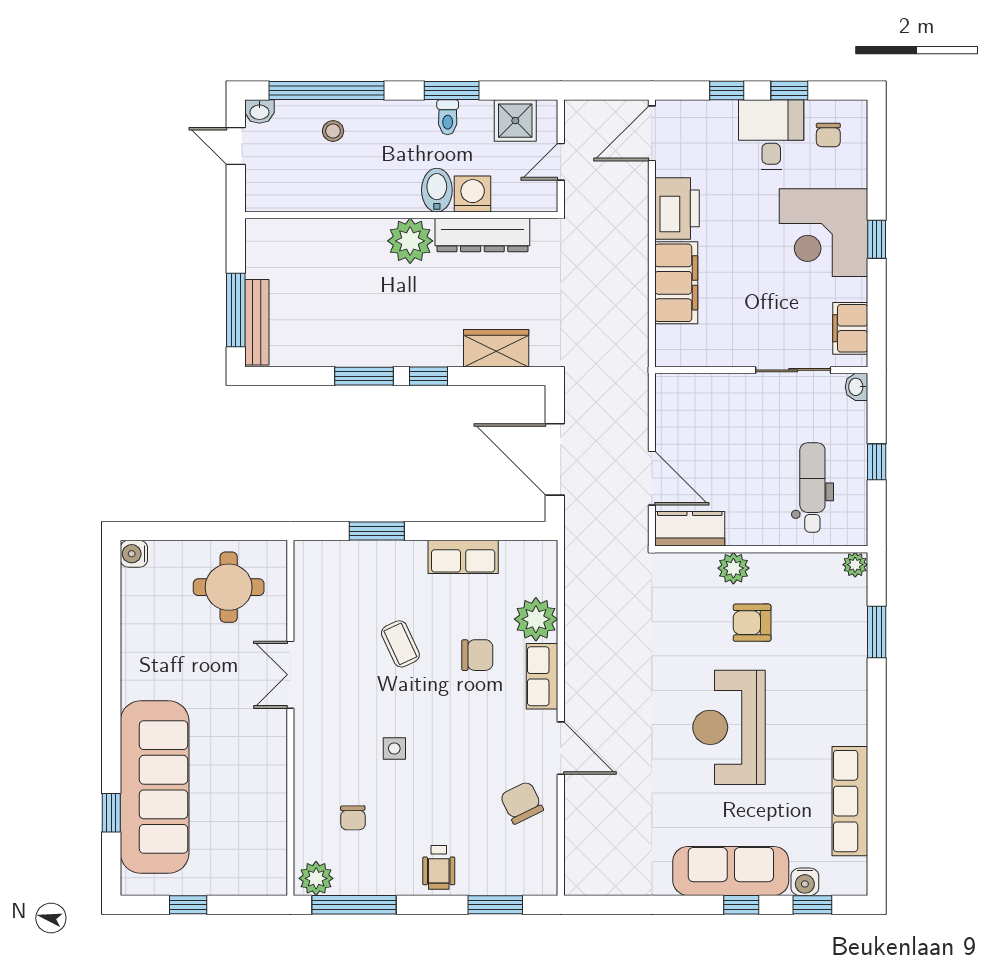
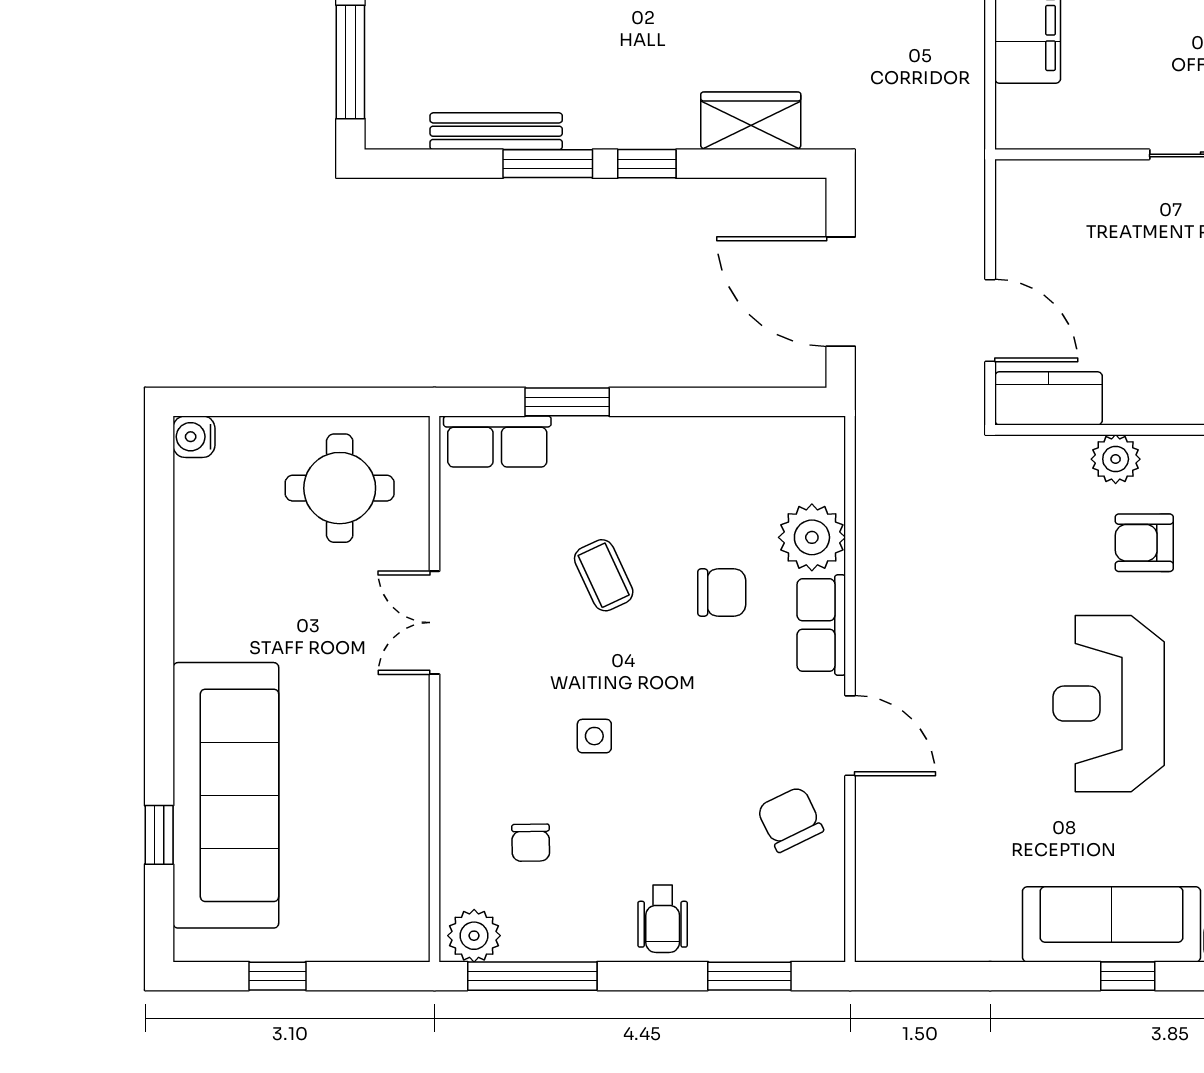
bench: (257, 322) -> (496, 131), moved, turned 90
row of seats: (463, 557) -> (497, 442), moved

